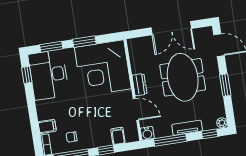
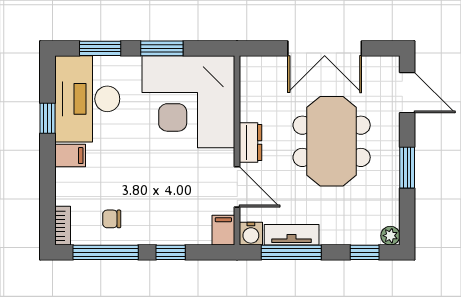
window: (27, 75) -> (47, 118), moved
filing cabinet: (47, 126) -> (70, 156), moved
tv unit: (187, 128) -> (292, 235), moved
filing cabinet: (118, 136) -> (223, 230), moved

